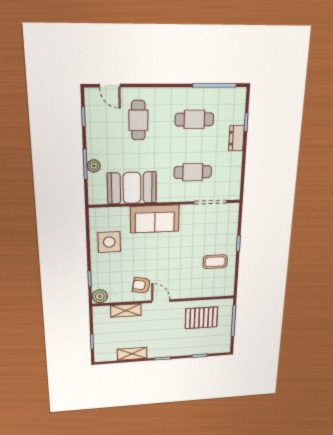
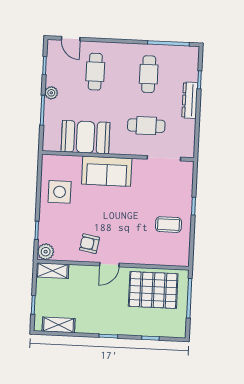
cafe table: (194, 119) -> (149, 74), turned 90
dresser: (236, 138) -> (190, 100), width x1.44
plant: (94, 166) -> (51, 93), moved
door: (161, 301) -> (109, 265), swing flipped
shelving: (126, 311) -> (52, 271), moved
pallet: (201, 318) -> (153, 290), width x1.37, depth x1.41
shelving: (132, 354) -> (59, 325), moved

